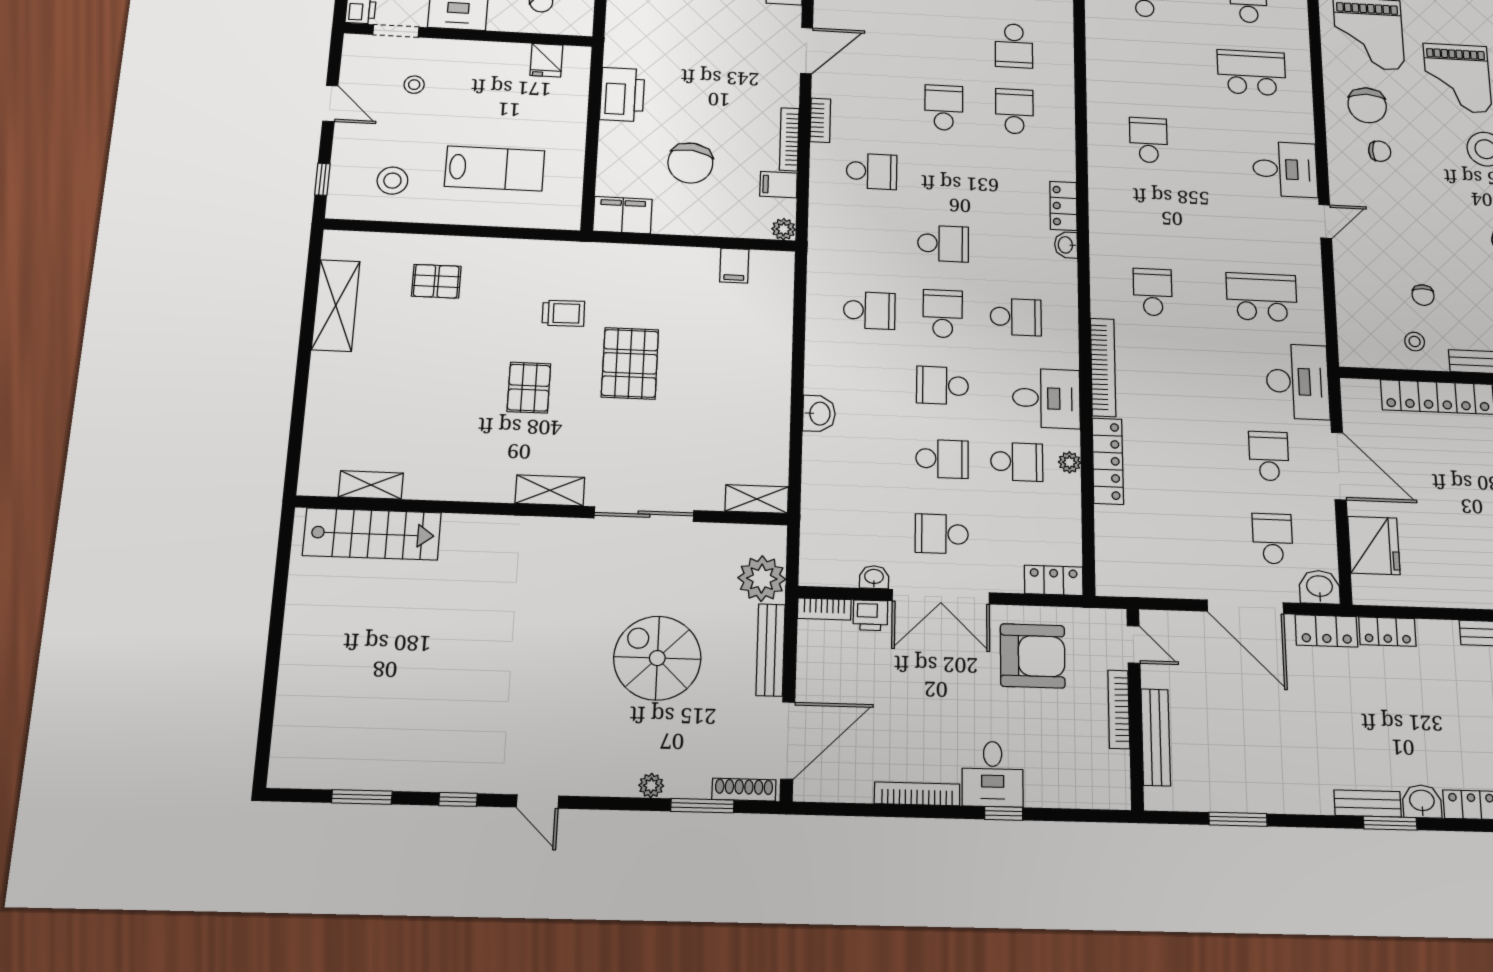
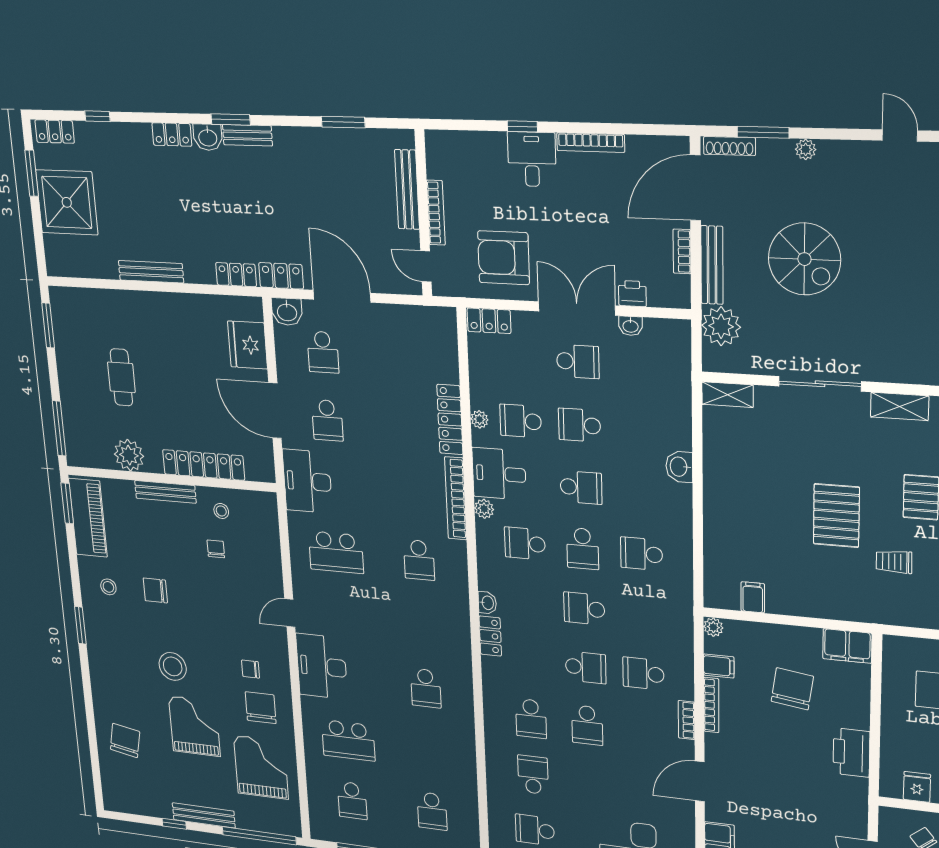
desk: (1285, 169) -> (322, 666), width x1.37
school desk: (943, 175) -> (586, 667), added
plant: (1067, 356) -> (484, 509), added
bookcase: (824, 609) -> (682, 251), moved, turned -90

